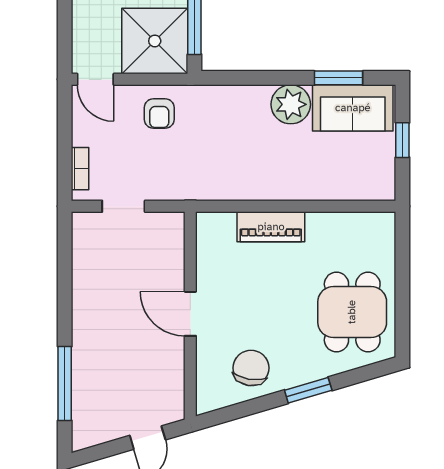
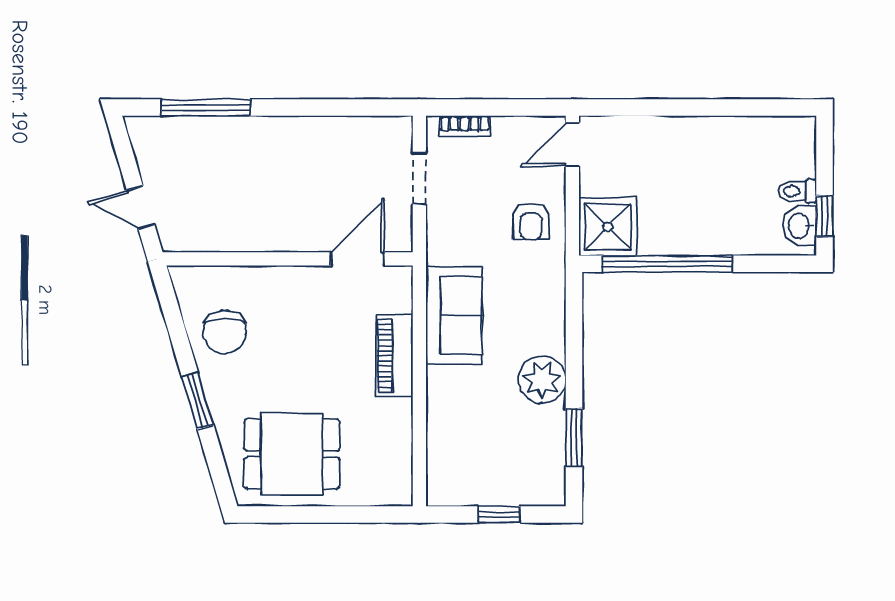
shower: (155, 41) -> (608, 227), width x0.73, depth x0.73
sofa: (353, 108) -> (454, 315), moved, turned 180
armchair: (159, 114) -> (531, 221), turned -90
door: (190, 314) -> (358, 259), moved
chair: (251, 368) -> (225, 332), turned 81

